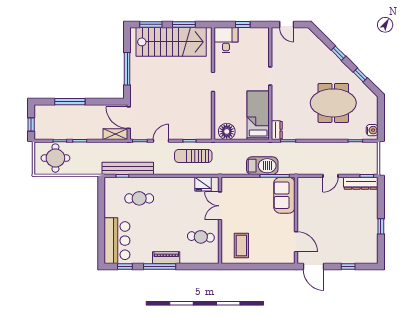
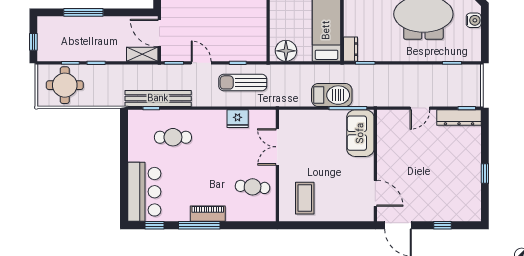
water cooler: (372, 130) -> (474, 20), moved
door: (161, 141) -> (201, 63), hinge flipped
fridge: (203, 184) -> (238, 119), moved

